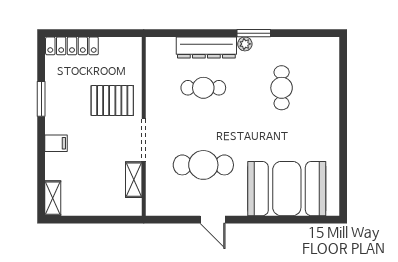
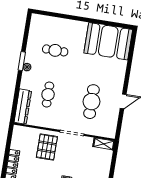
dresser: (206, 48) -> (23, 107), moved
shelving: (134, 180) -> (104, 144), moved
booth: (287, 189) -> (108, 41), moved, turned 90

